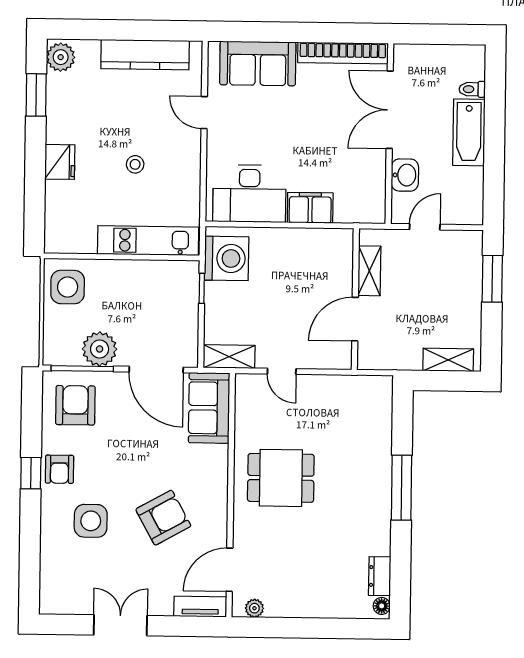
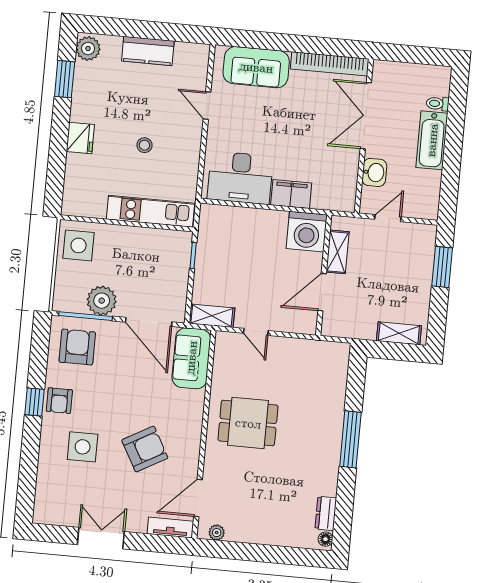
kitchen counter: (145, 55) -> (148, 51), width x0.67
washing machine: (227, 258) -> (307, 232), moved, turned 90

